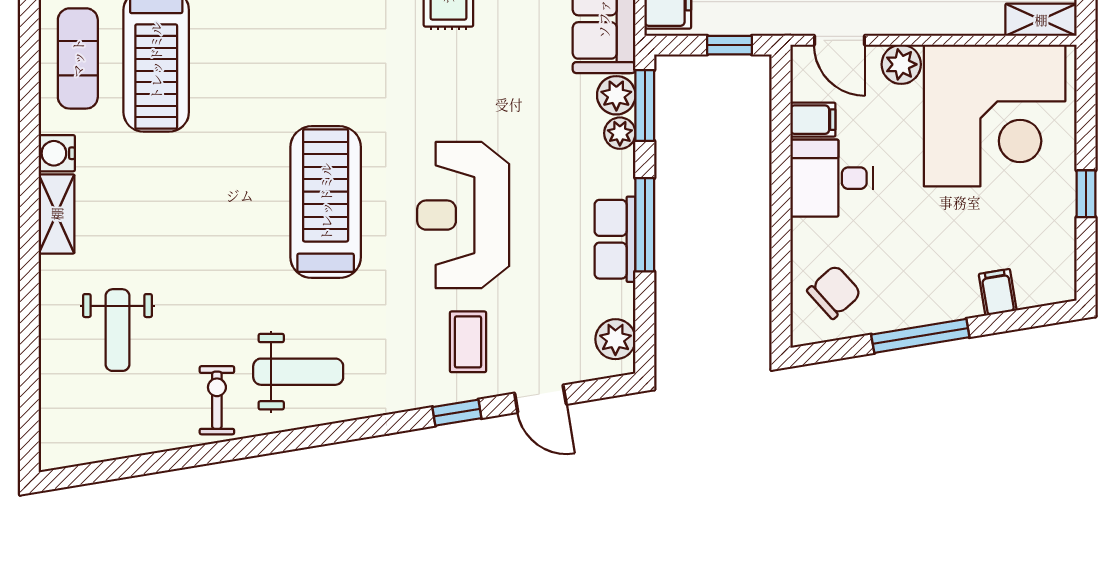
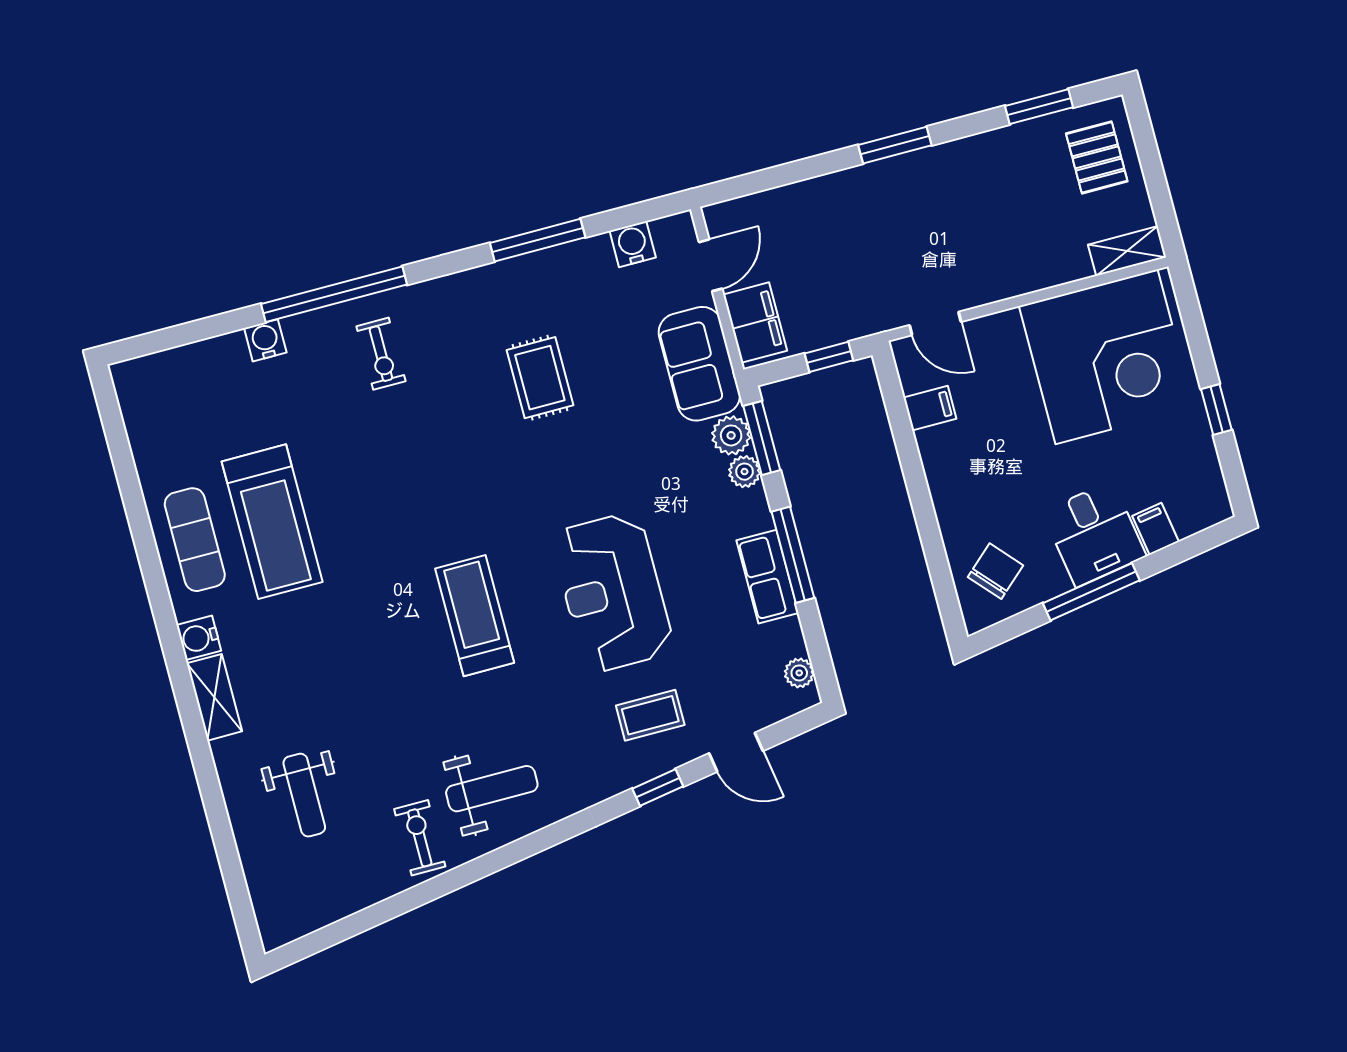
plant: (901, 64) -> (1002, 331), removed
desk: (832, 178) -> (1094, 534), moved, turned -99
treadmill: (326, 202) -> (475, 616), width x0.73, depth x0.73
plant: (615, 339) -> (799, 673), width x0.73, depth x0.73
coffee table: (468, 342) -> (650, 715), turned 90

